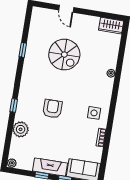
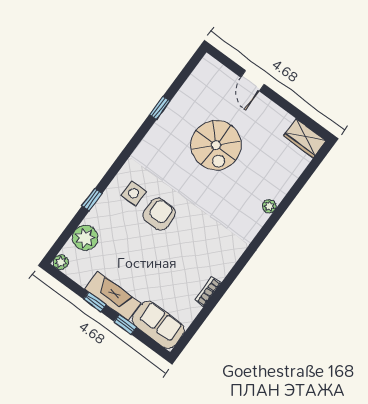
window: (14, 105) -> (92, 200), moved
side table: (94, 113) -> (134, 193), moved
plant: (21, 129) -> (85, 238), moved

